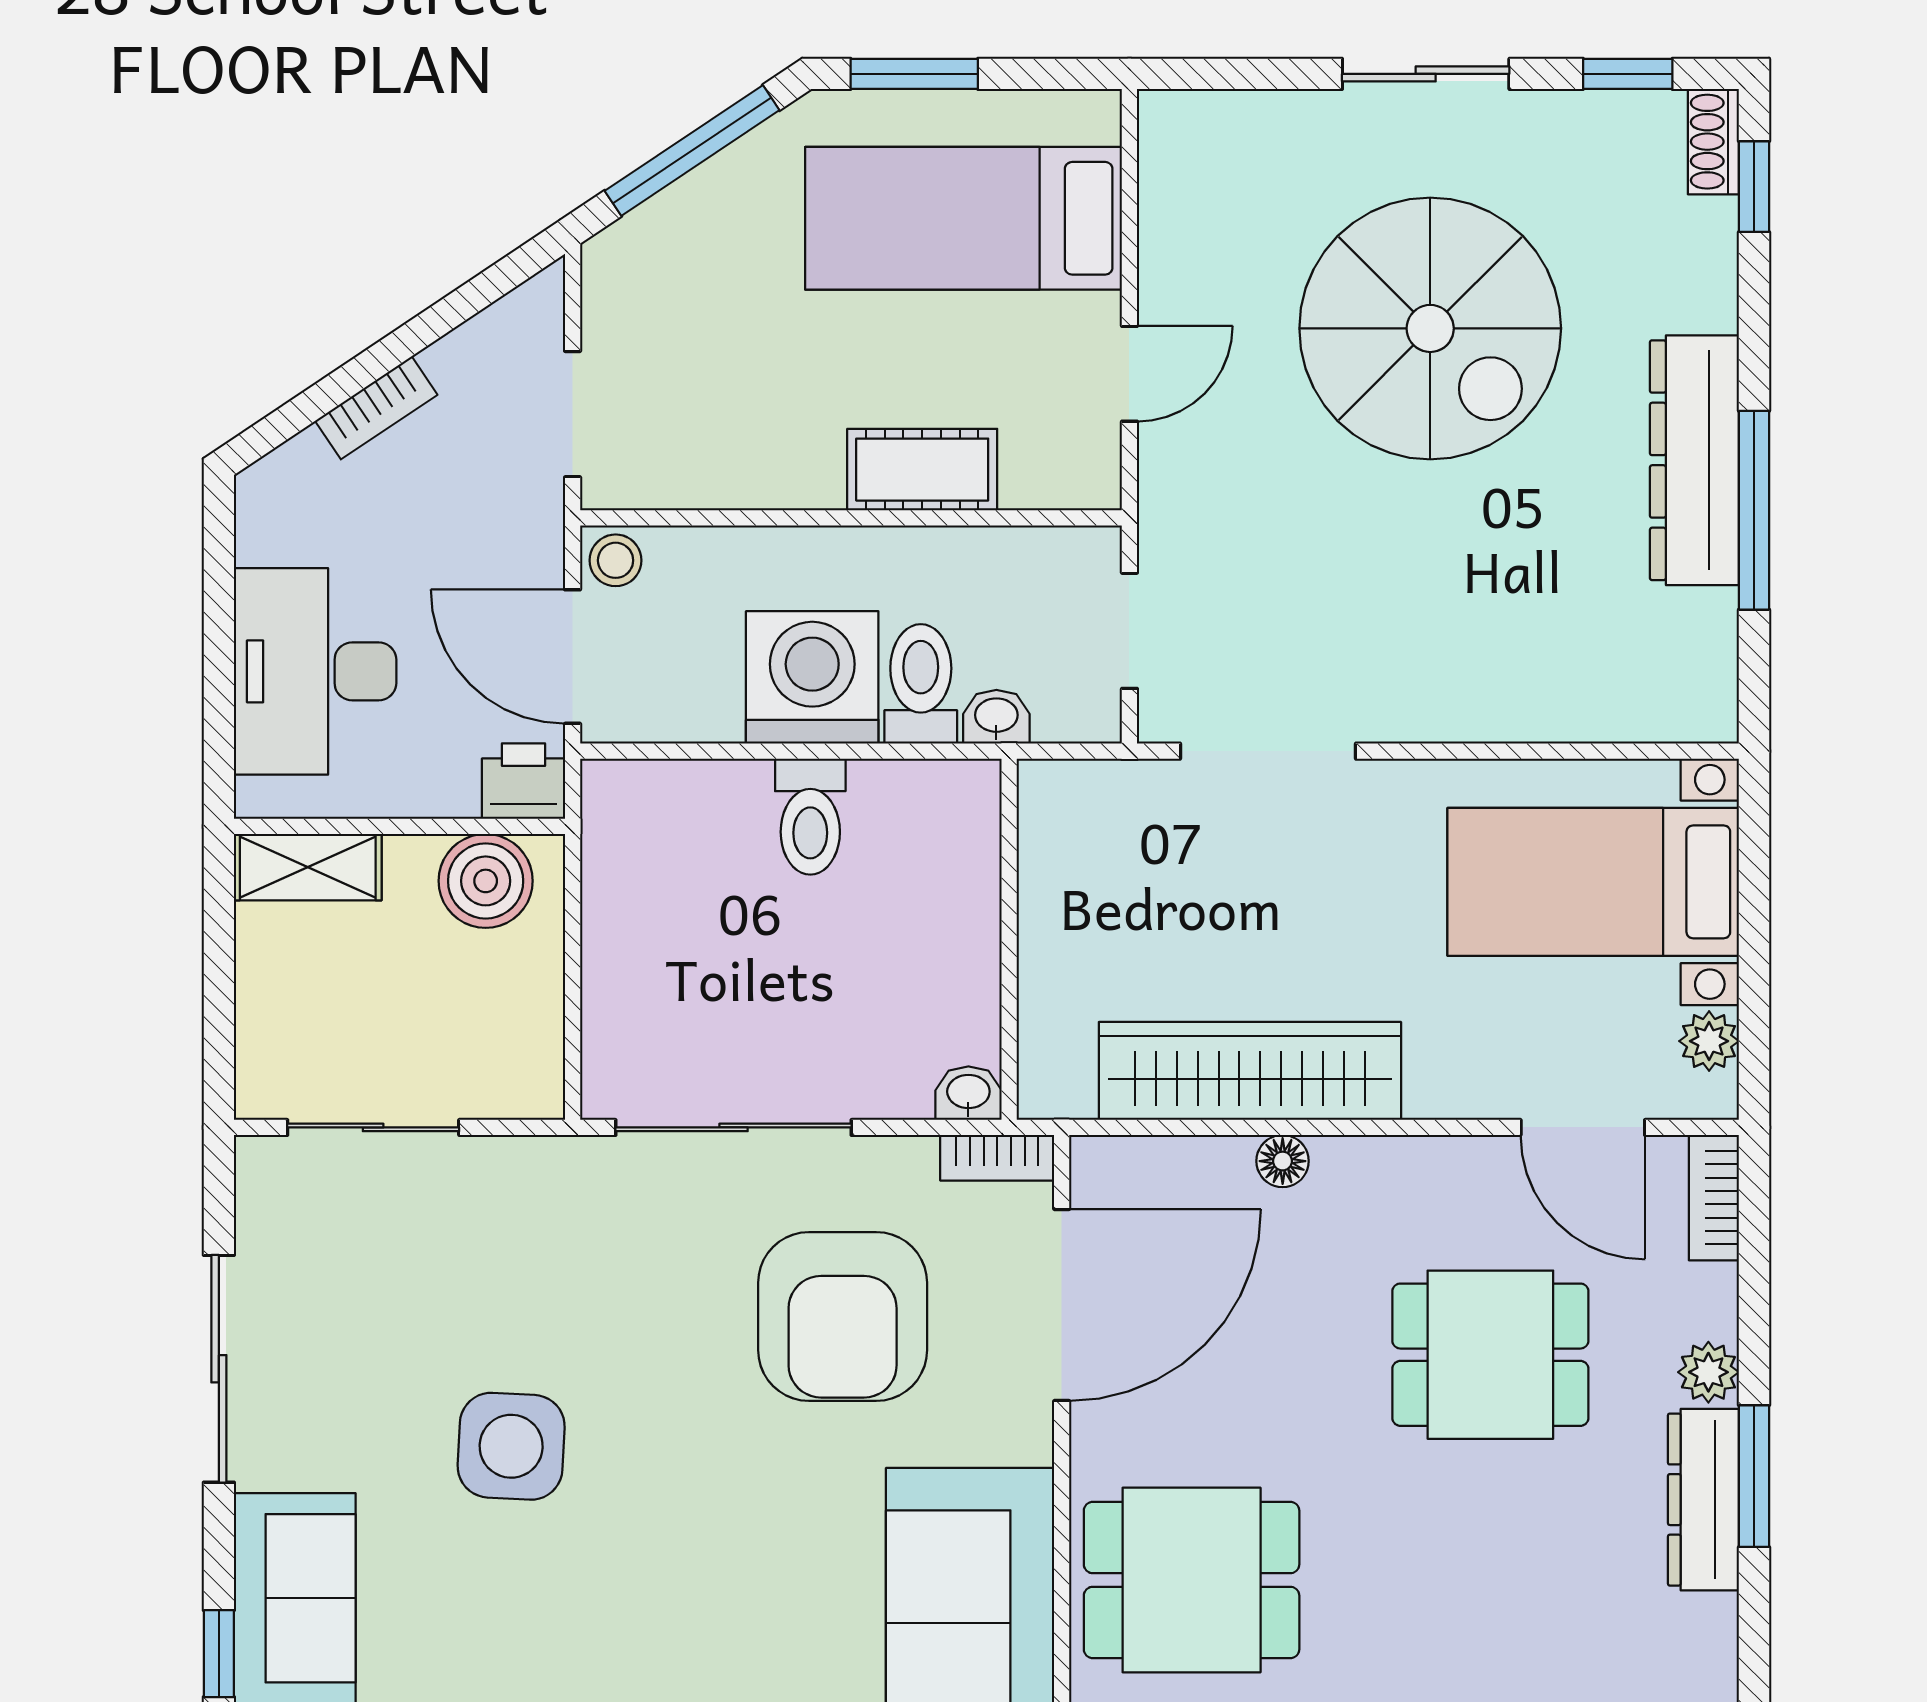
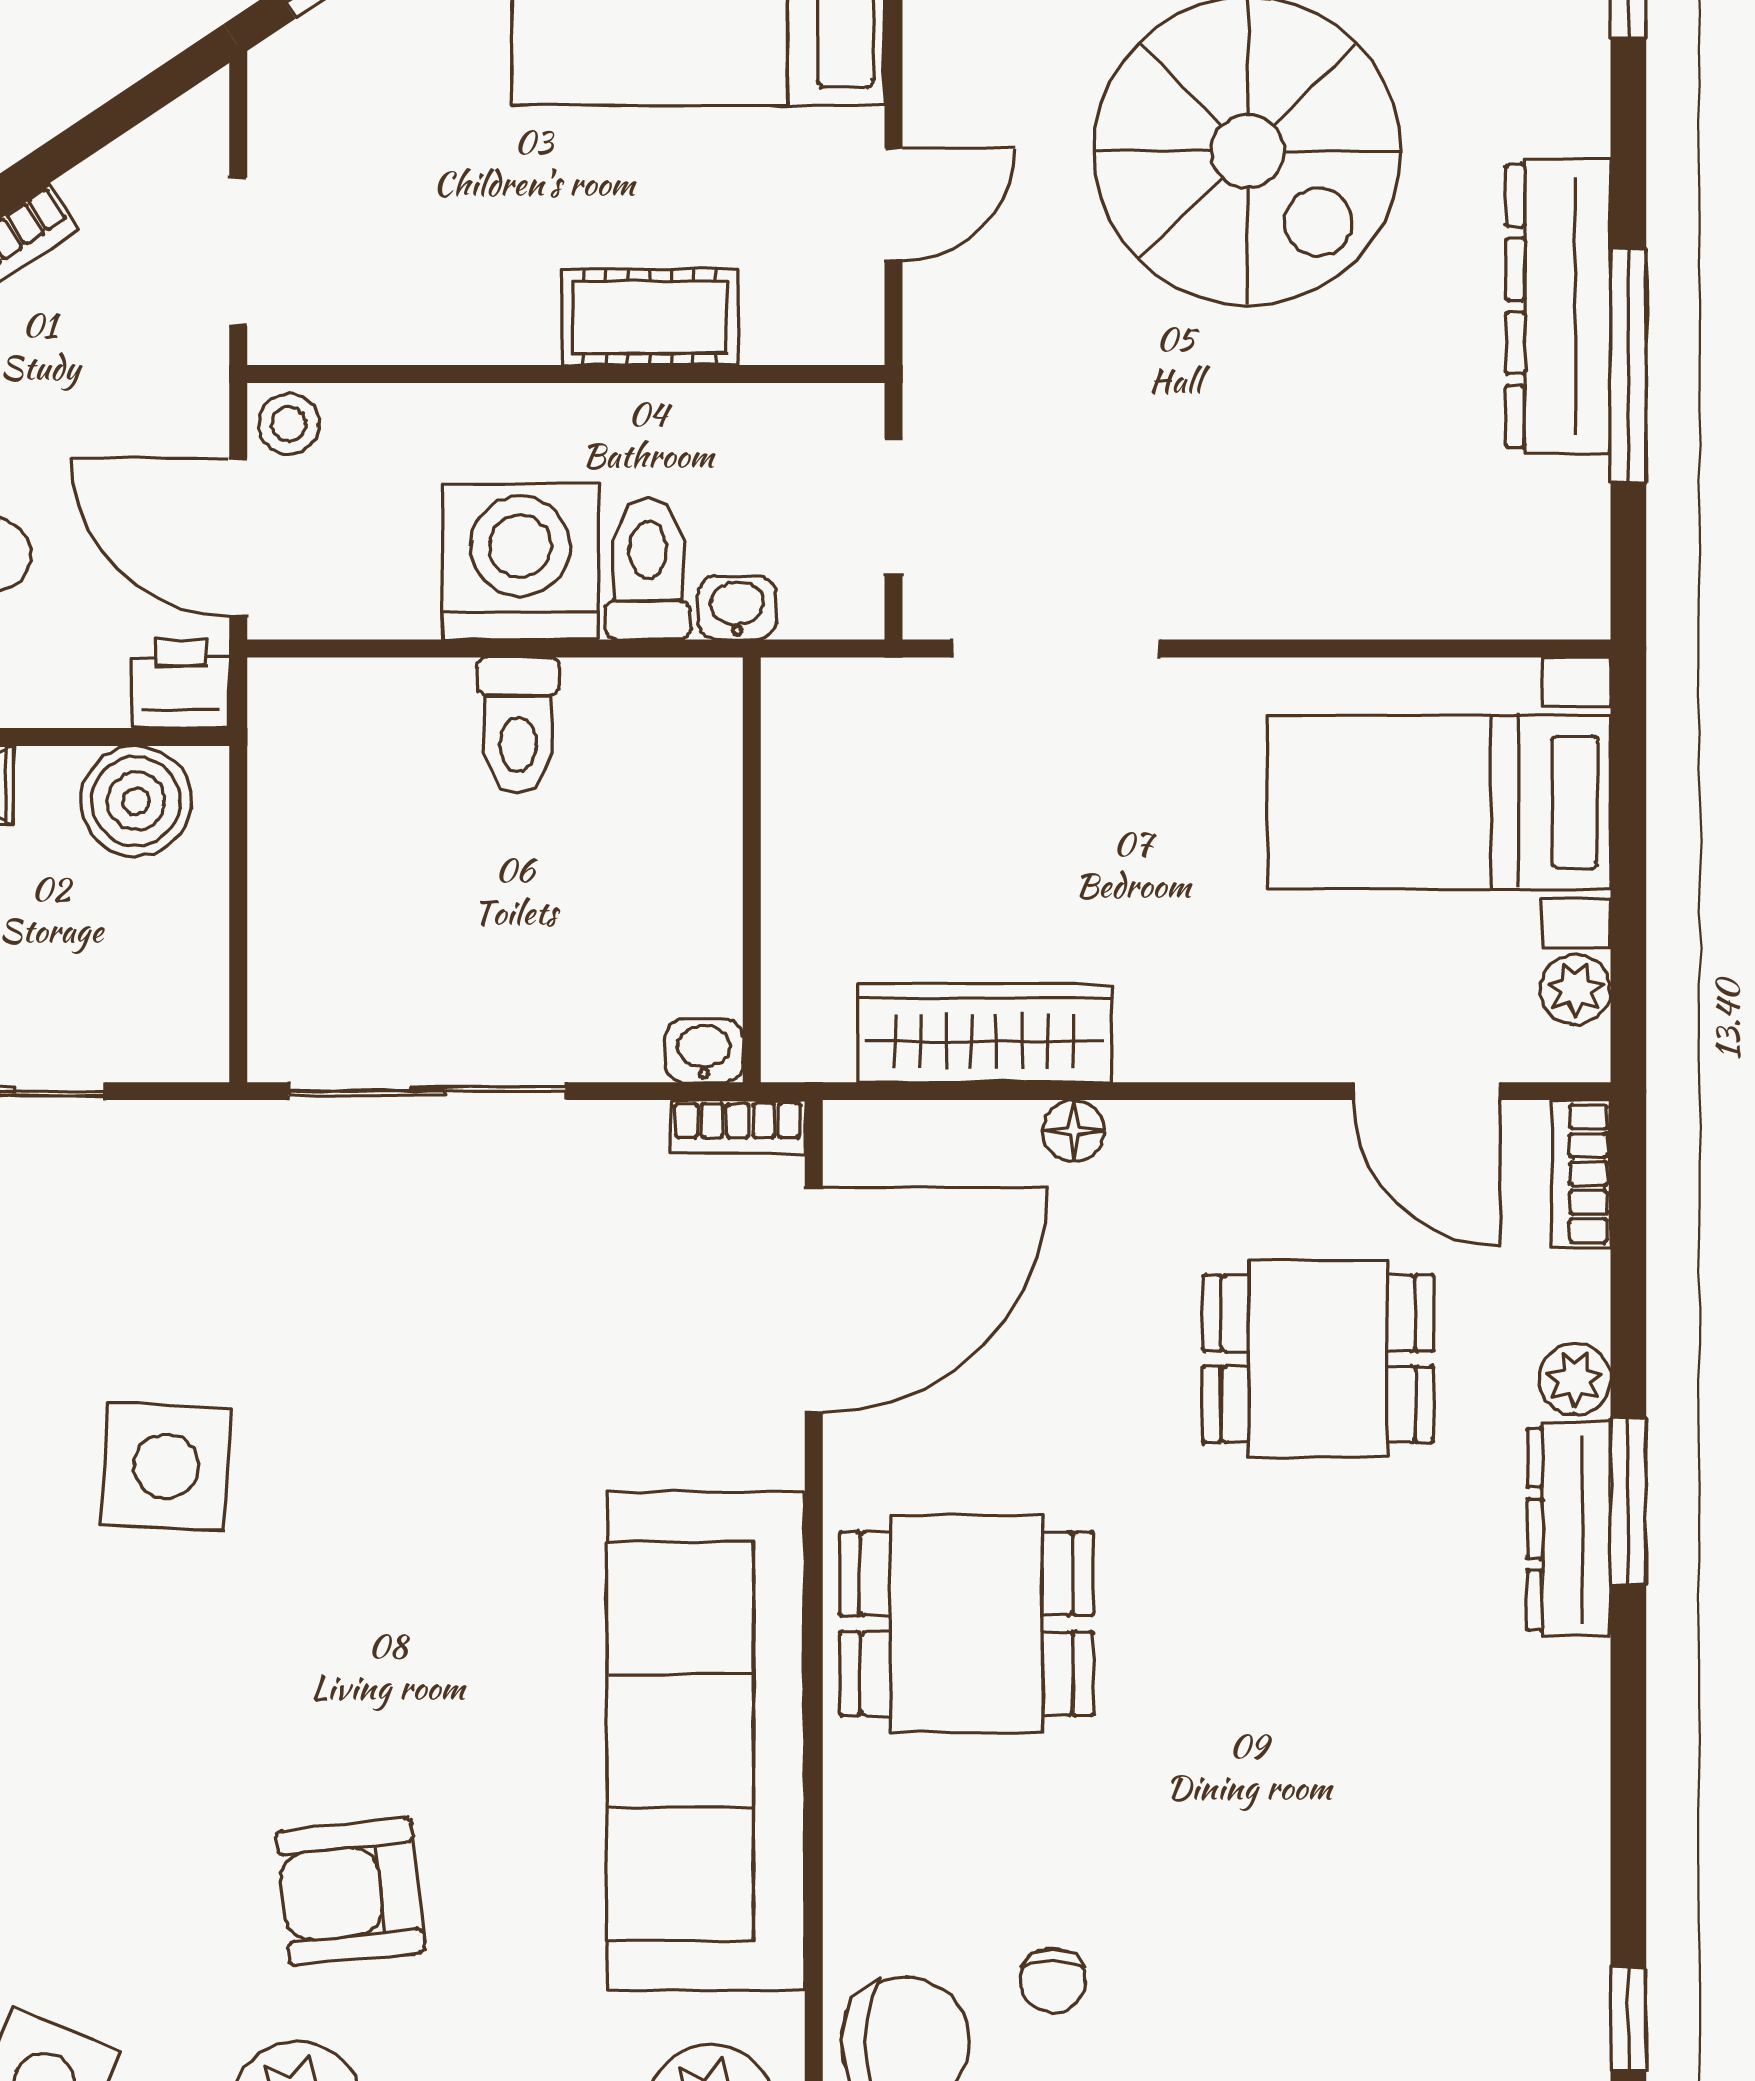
wardrobe: (1250, 1071) -> (984, 1033), width x0.71, depth x0.85
armchair: (843, 1316) -> (556, 1314), removed

